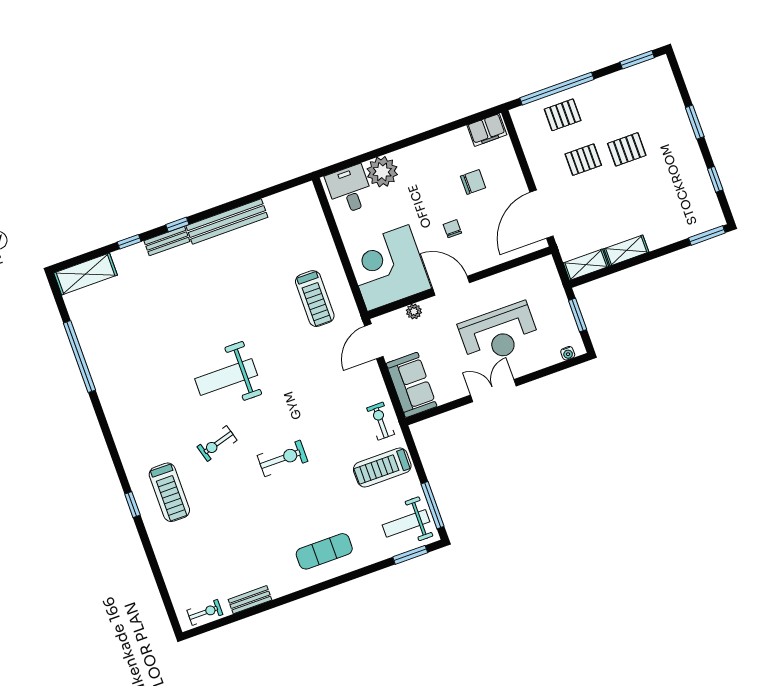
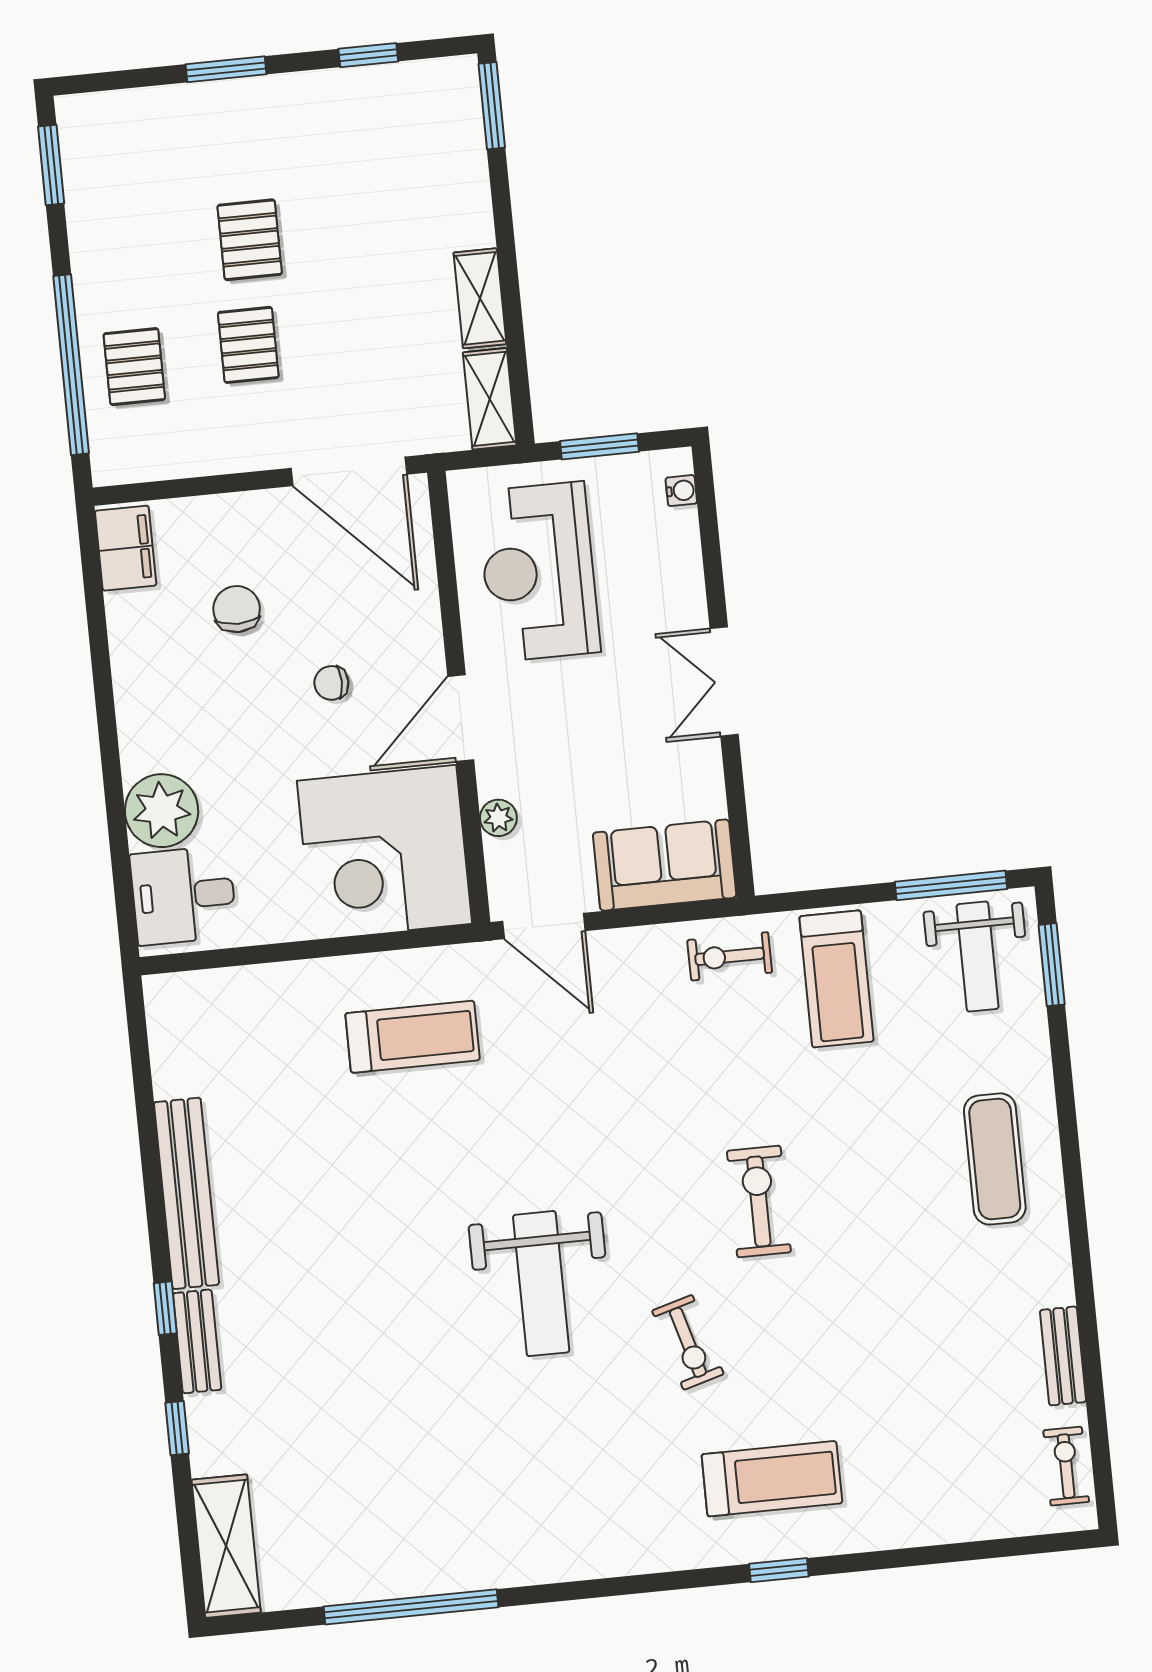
reception desk: (499, 334) -> (539, 572), moved, turned 180

